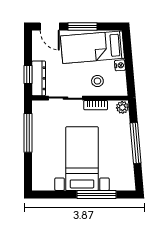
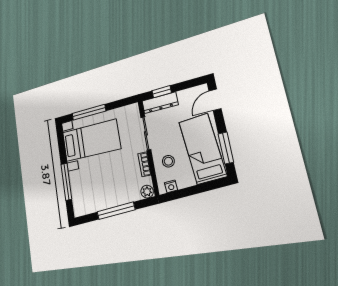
window: (82, 27) -> (226, 148), moved
nightstand: (120, 65) -> (171, 186), moved
window: (28, 133) -> (89, 112), moved
bed with nightstands: (82, 159) -> (91, 140), moved

